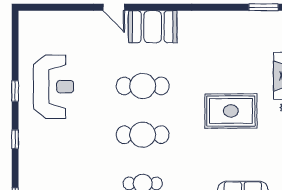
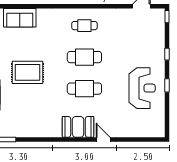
reception desk: (54, 87) -> (142, 88), turned 180

